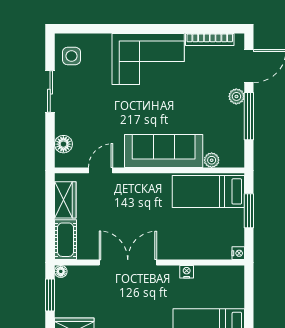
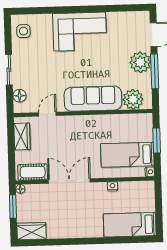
bookcase: (210, 39) -> (124, 16), removed
sliding door: (50, 92) -> (9, 70), moved
plant: (236, 96) -> (140, 62), width x1.88, depth x1.88
plant: (212, 160) -> (133, 99), width x1.88, depth x1.88
bed: (208, 191) -> (127, 155), moved
cot: (66, 240) -> (33, 172), moved, turned 90

